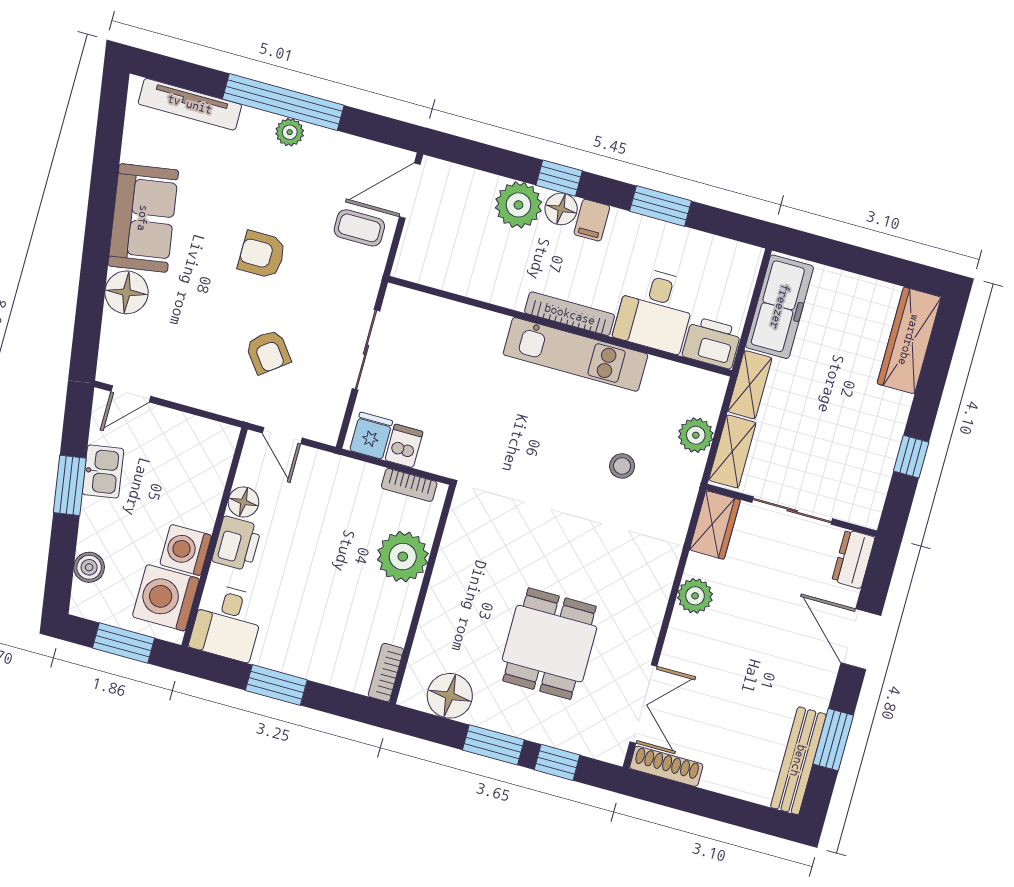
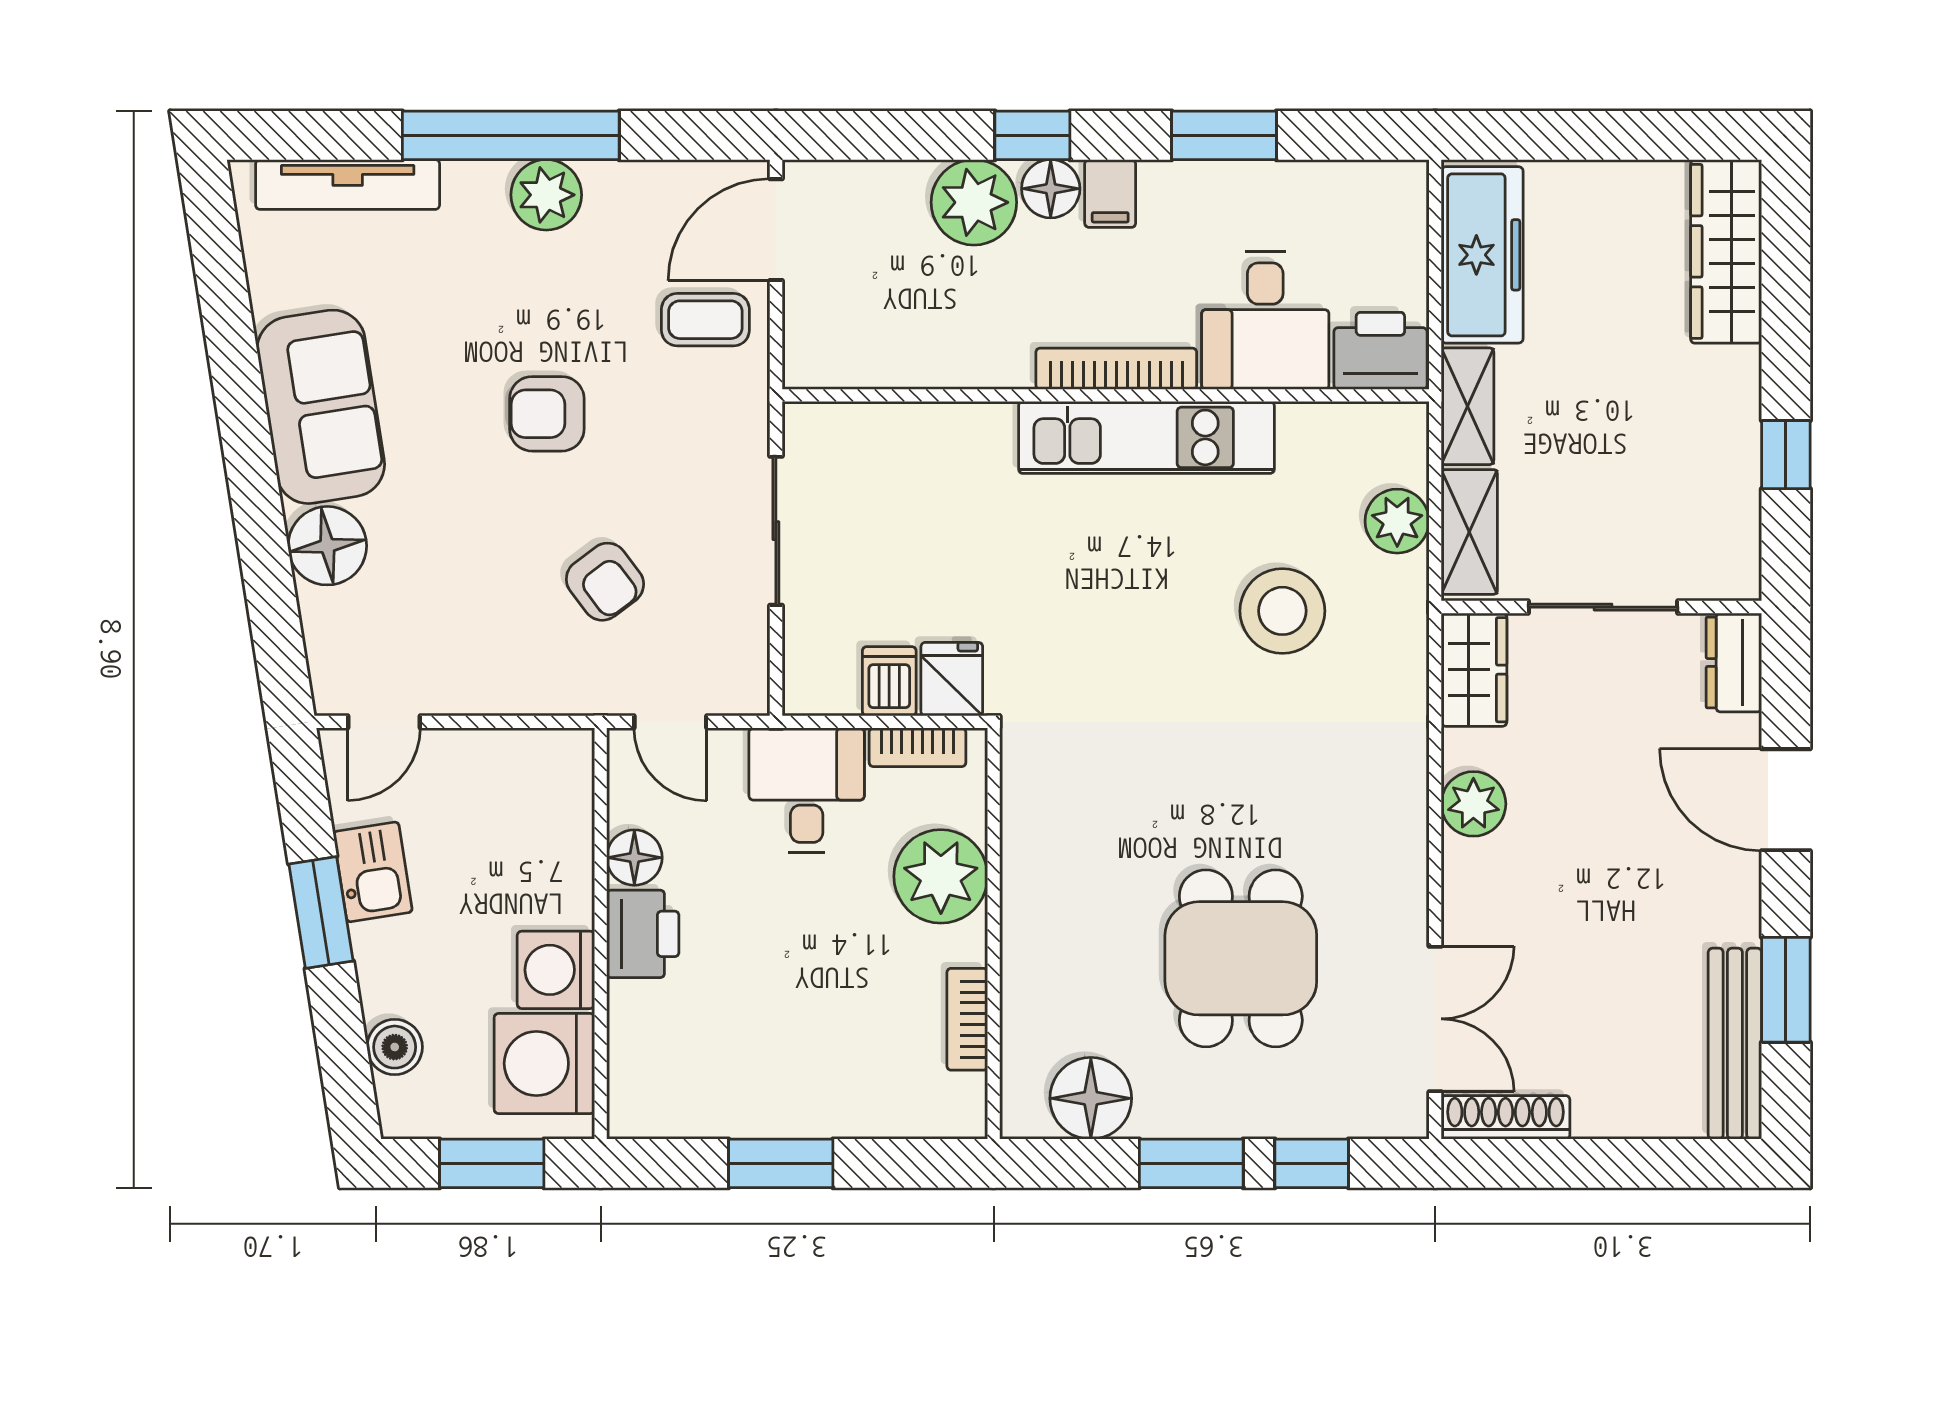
plant: (290, 132) -> (546, 195), width x1.38, depth x1.38
fridge: (371, 436) -> (952, 679), moved
stool: (622, 466) -> (1282, 611), width x1.89, depth x1.89
desk: (227, 622) -> (807, 790), moved, turned 180
bookcase: (386, 672) -> (967, 1019), moved

